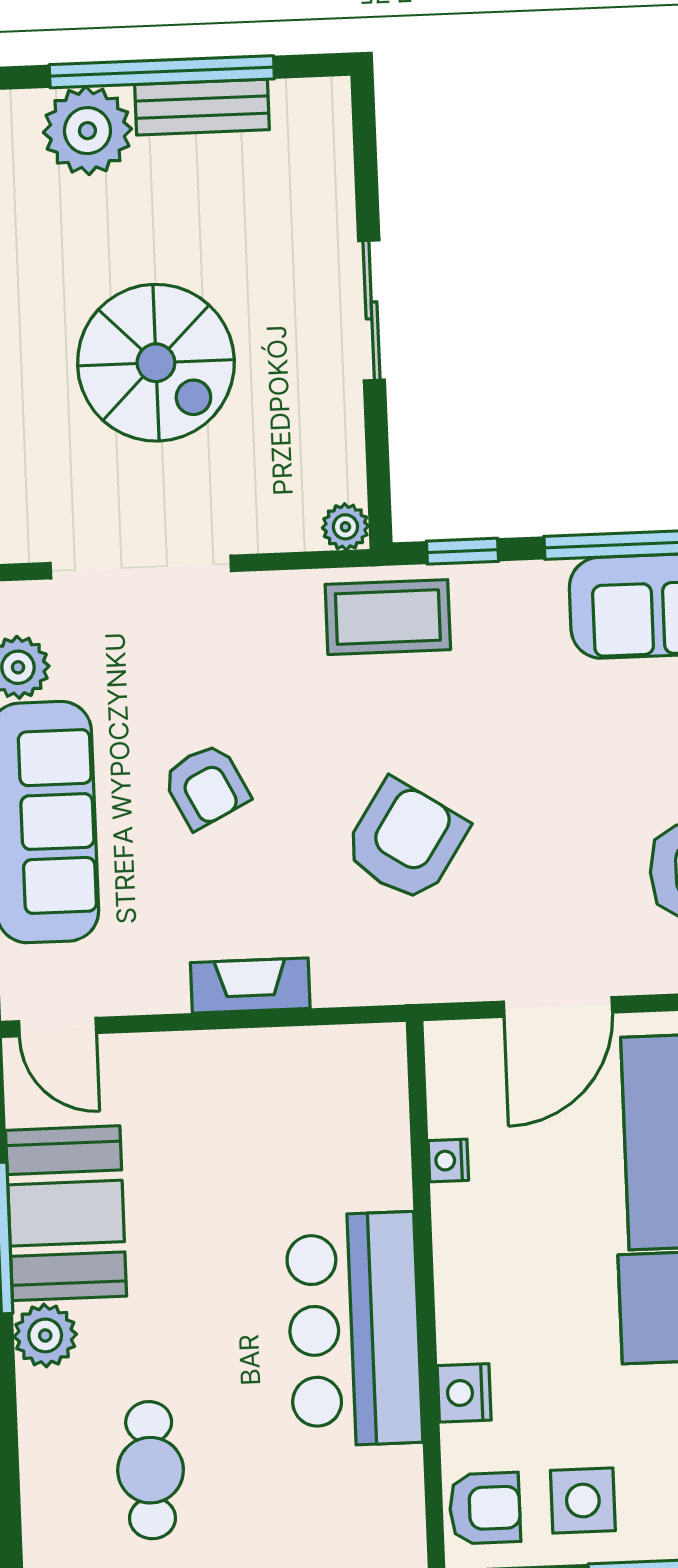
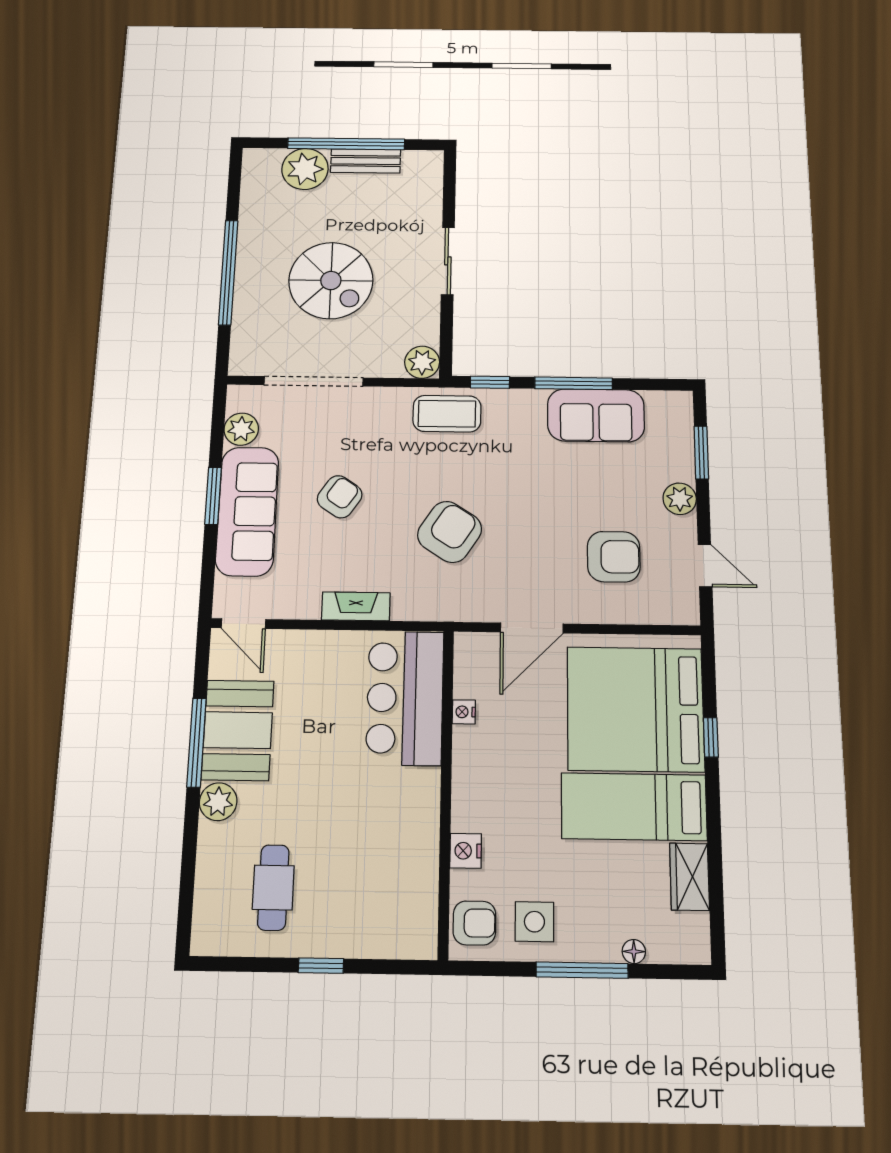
plant: (345, 527) -> (422, 362), width x1.38, depth x1.38
armchair: (206, 786) -> (340, 497), turned -119
bar counter: (354, 1329) -> (405, 698), moved

